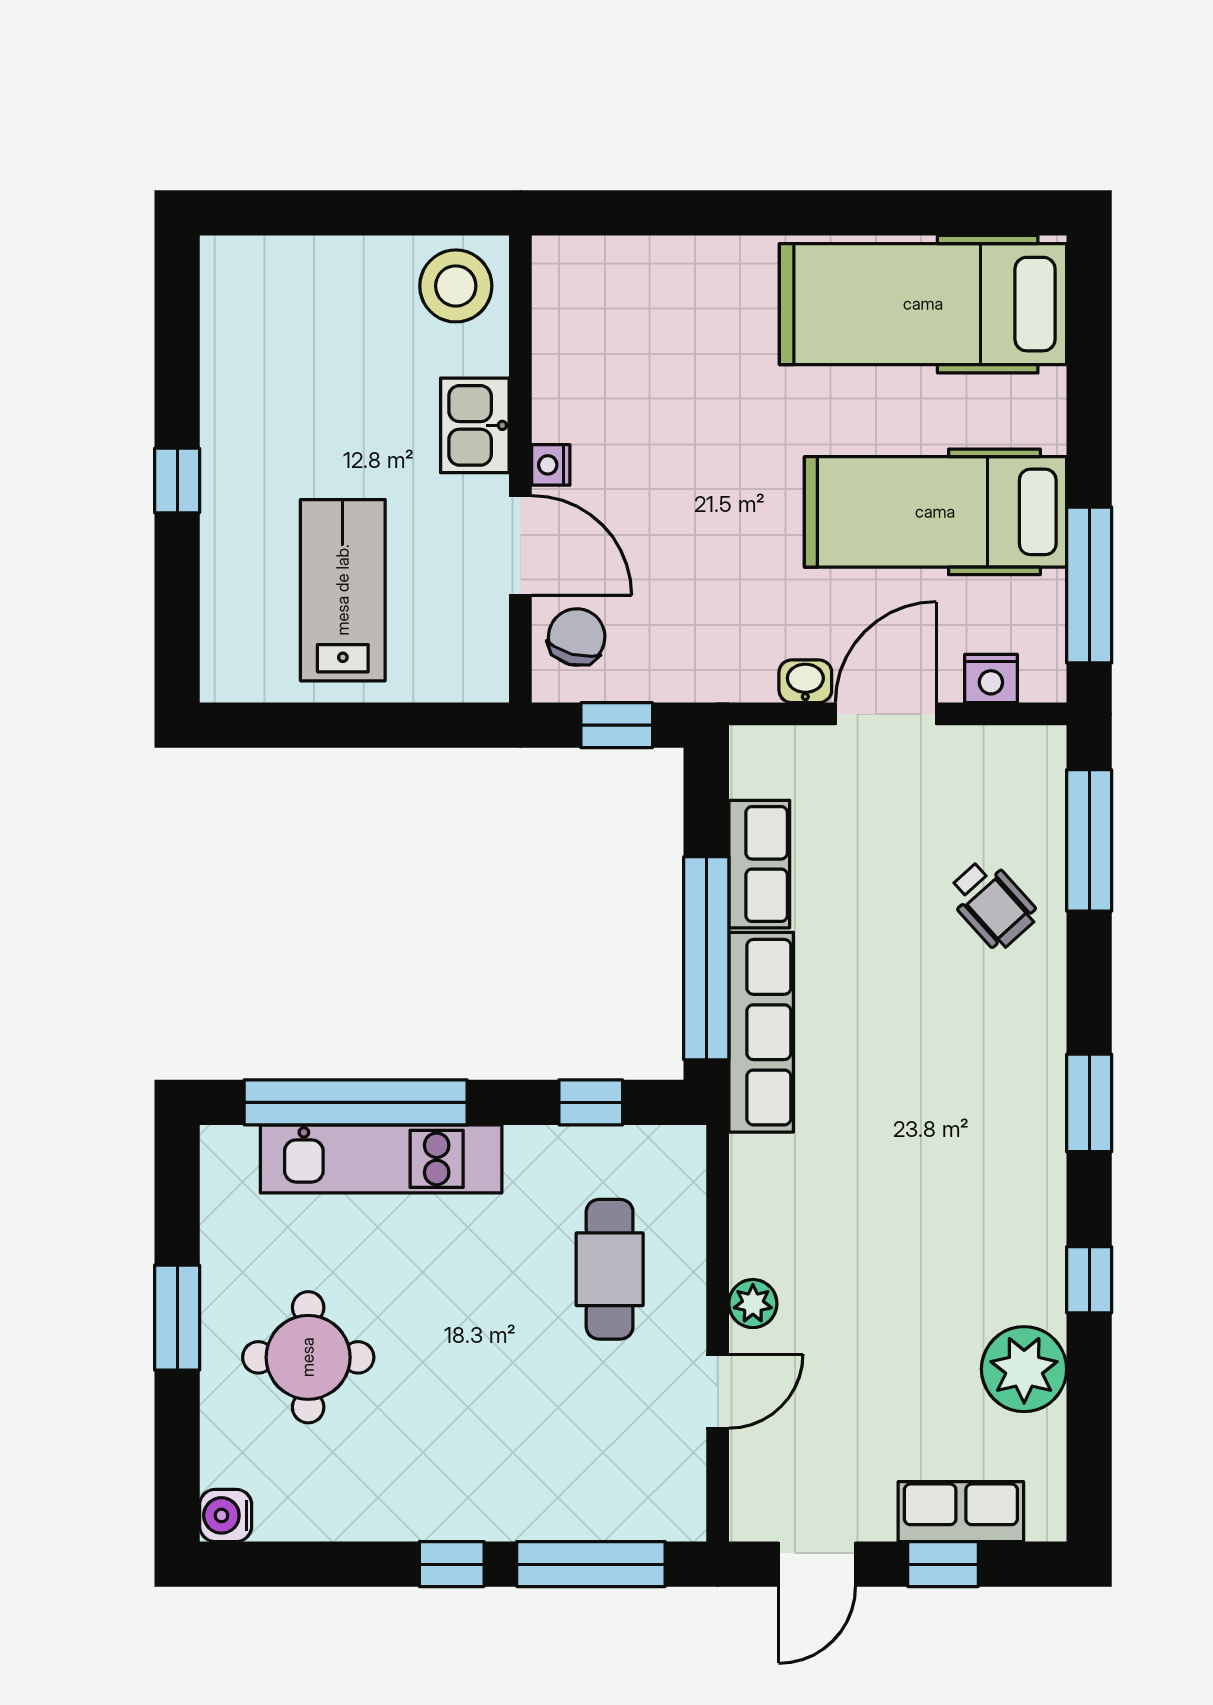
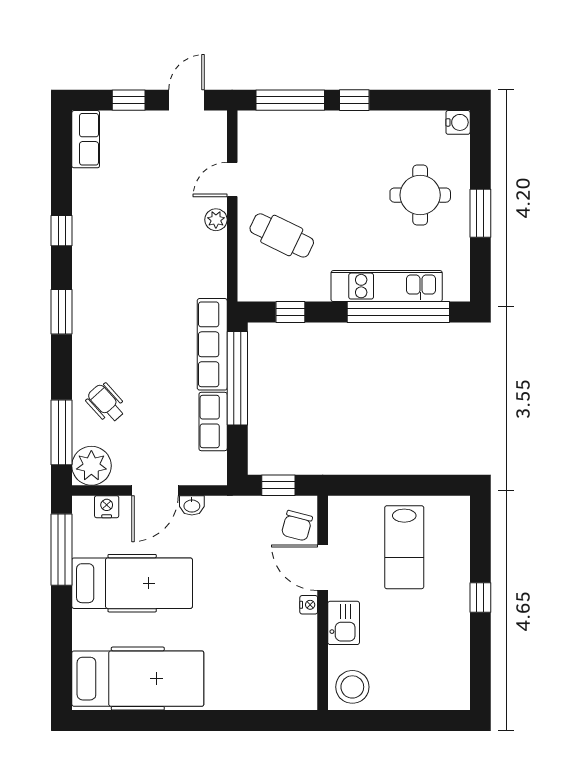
cafe table: (610, 1269) -> (282, 235), turned -64
plant: (1024, 1369) -> (91, 466), moved
row of seats: (961, 1512) -> (86, 139), moved, turned -90

